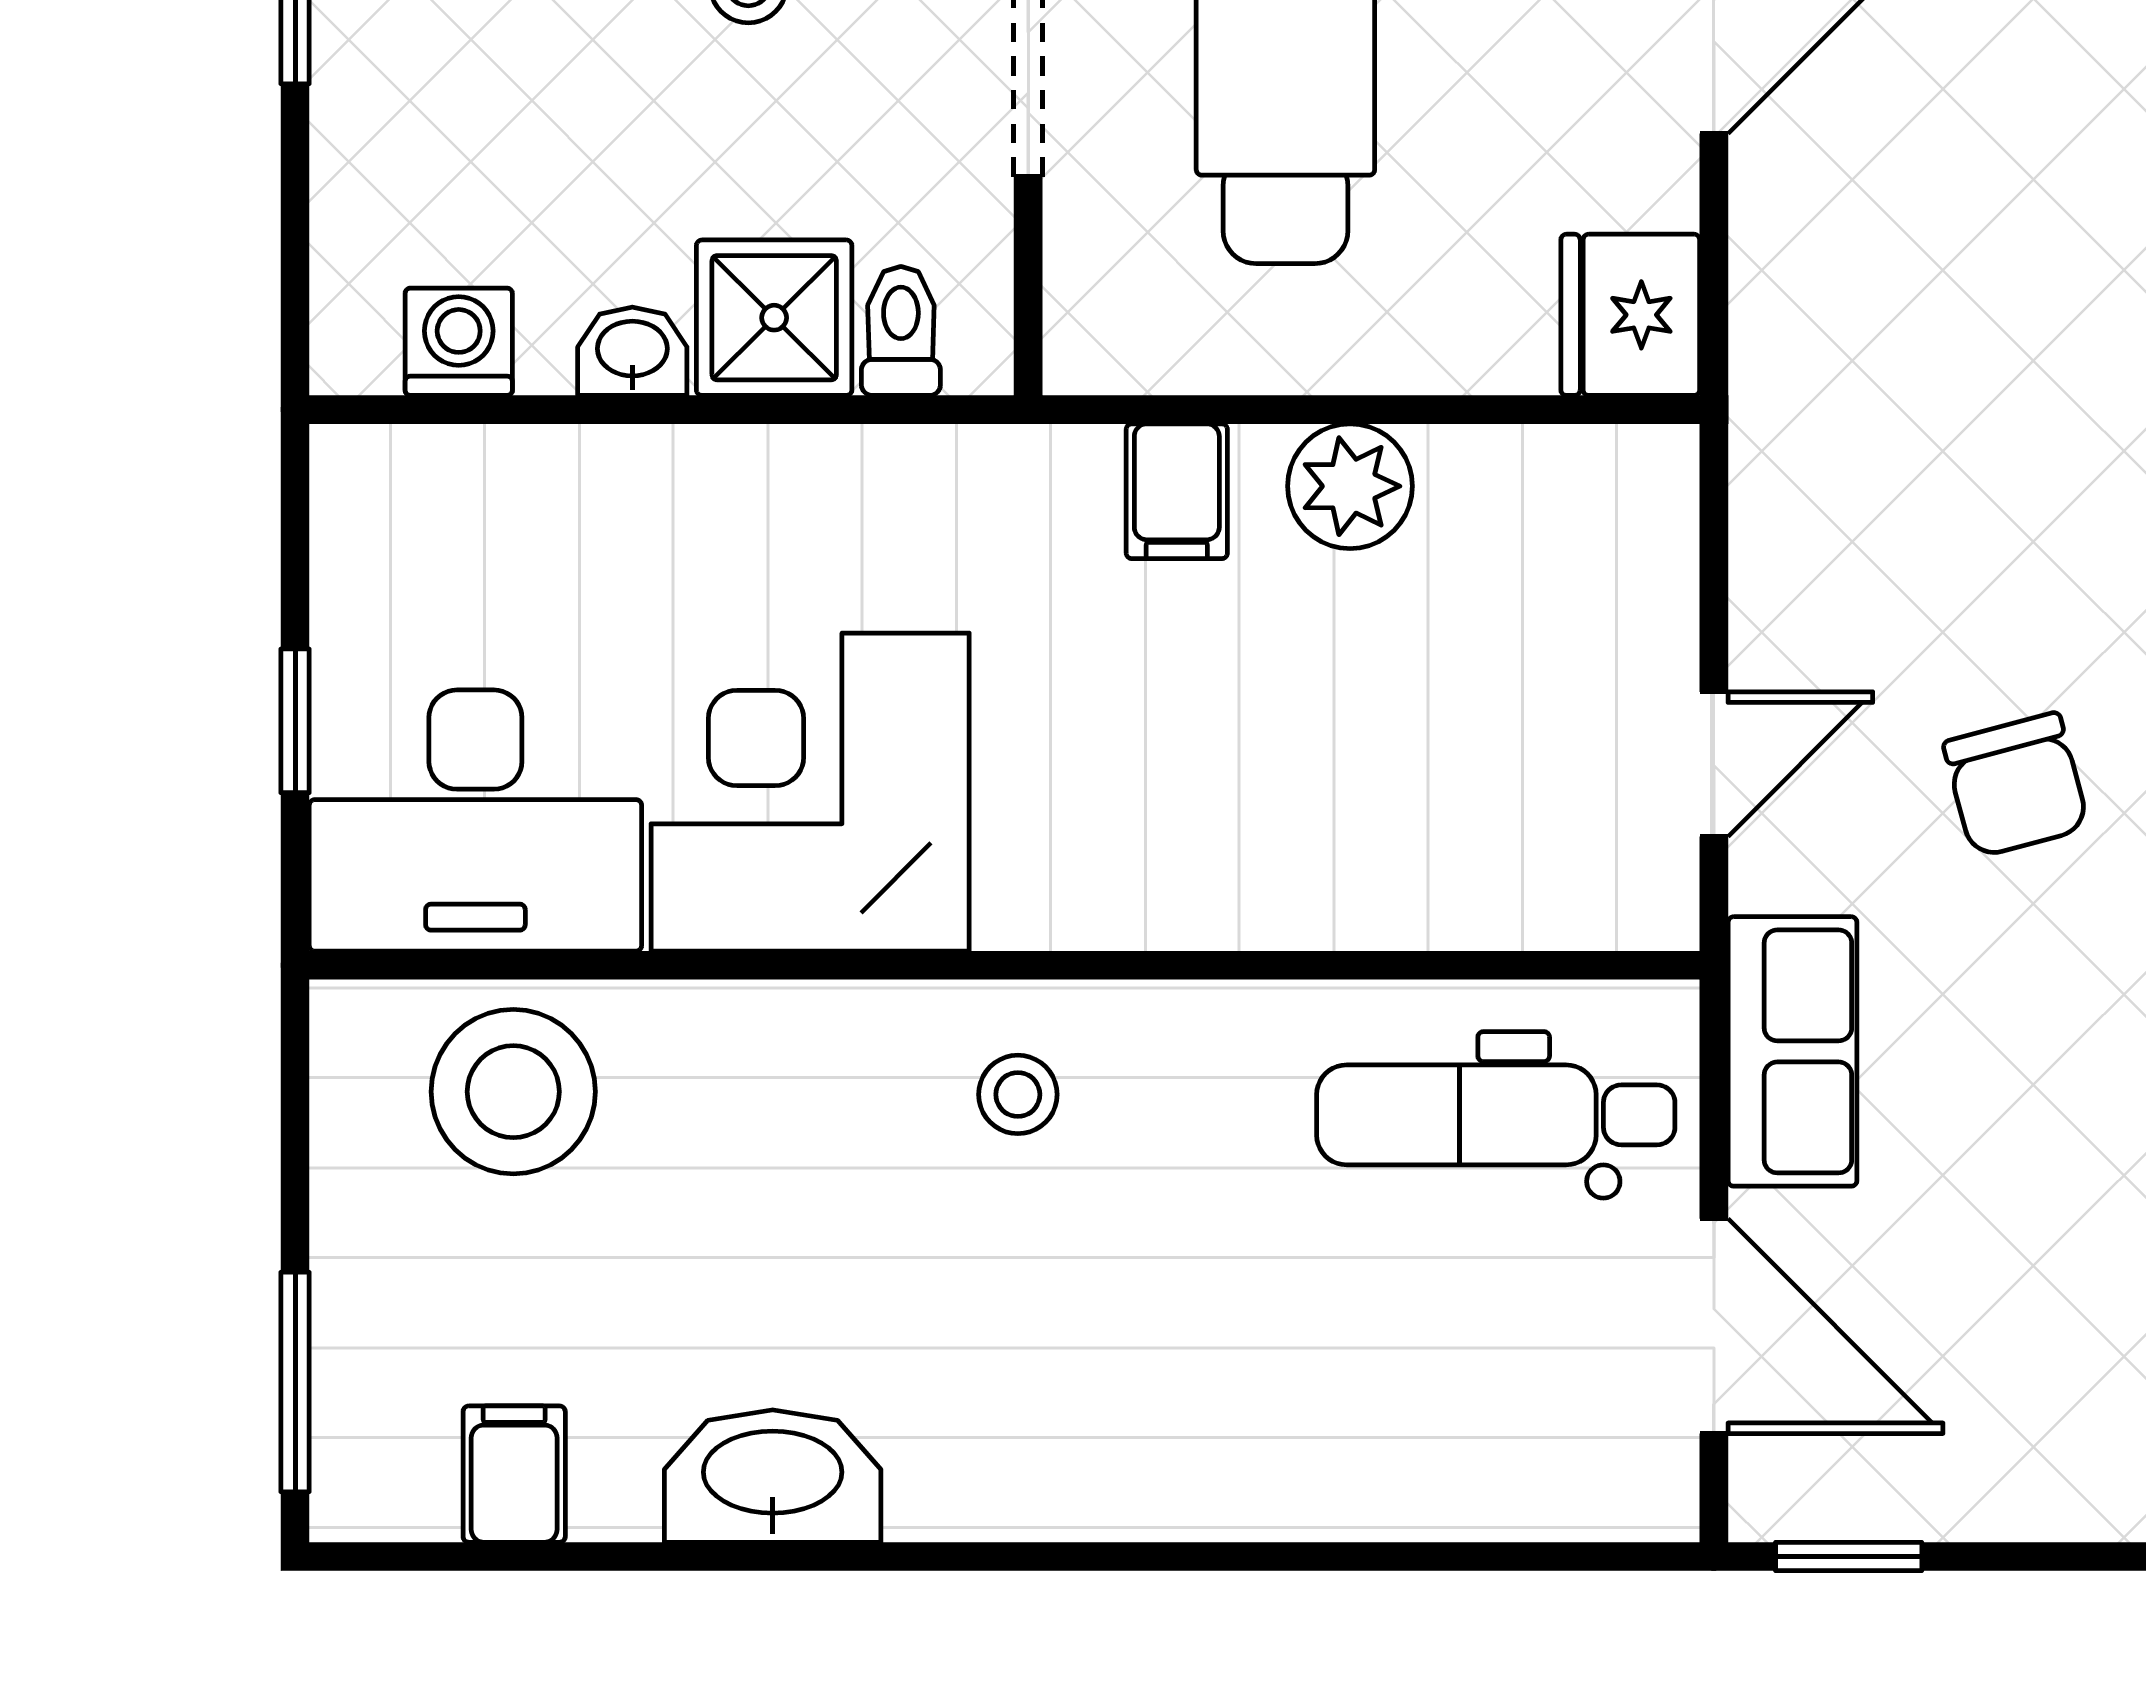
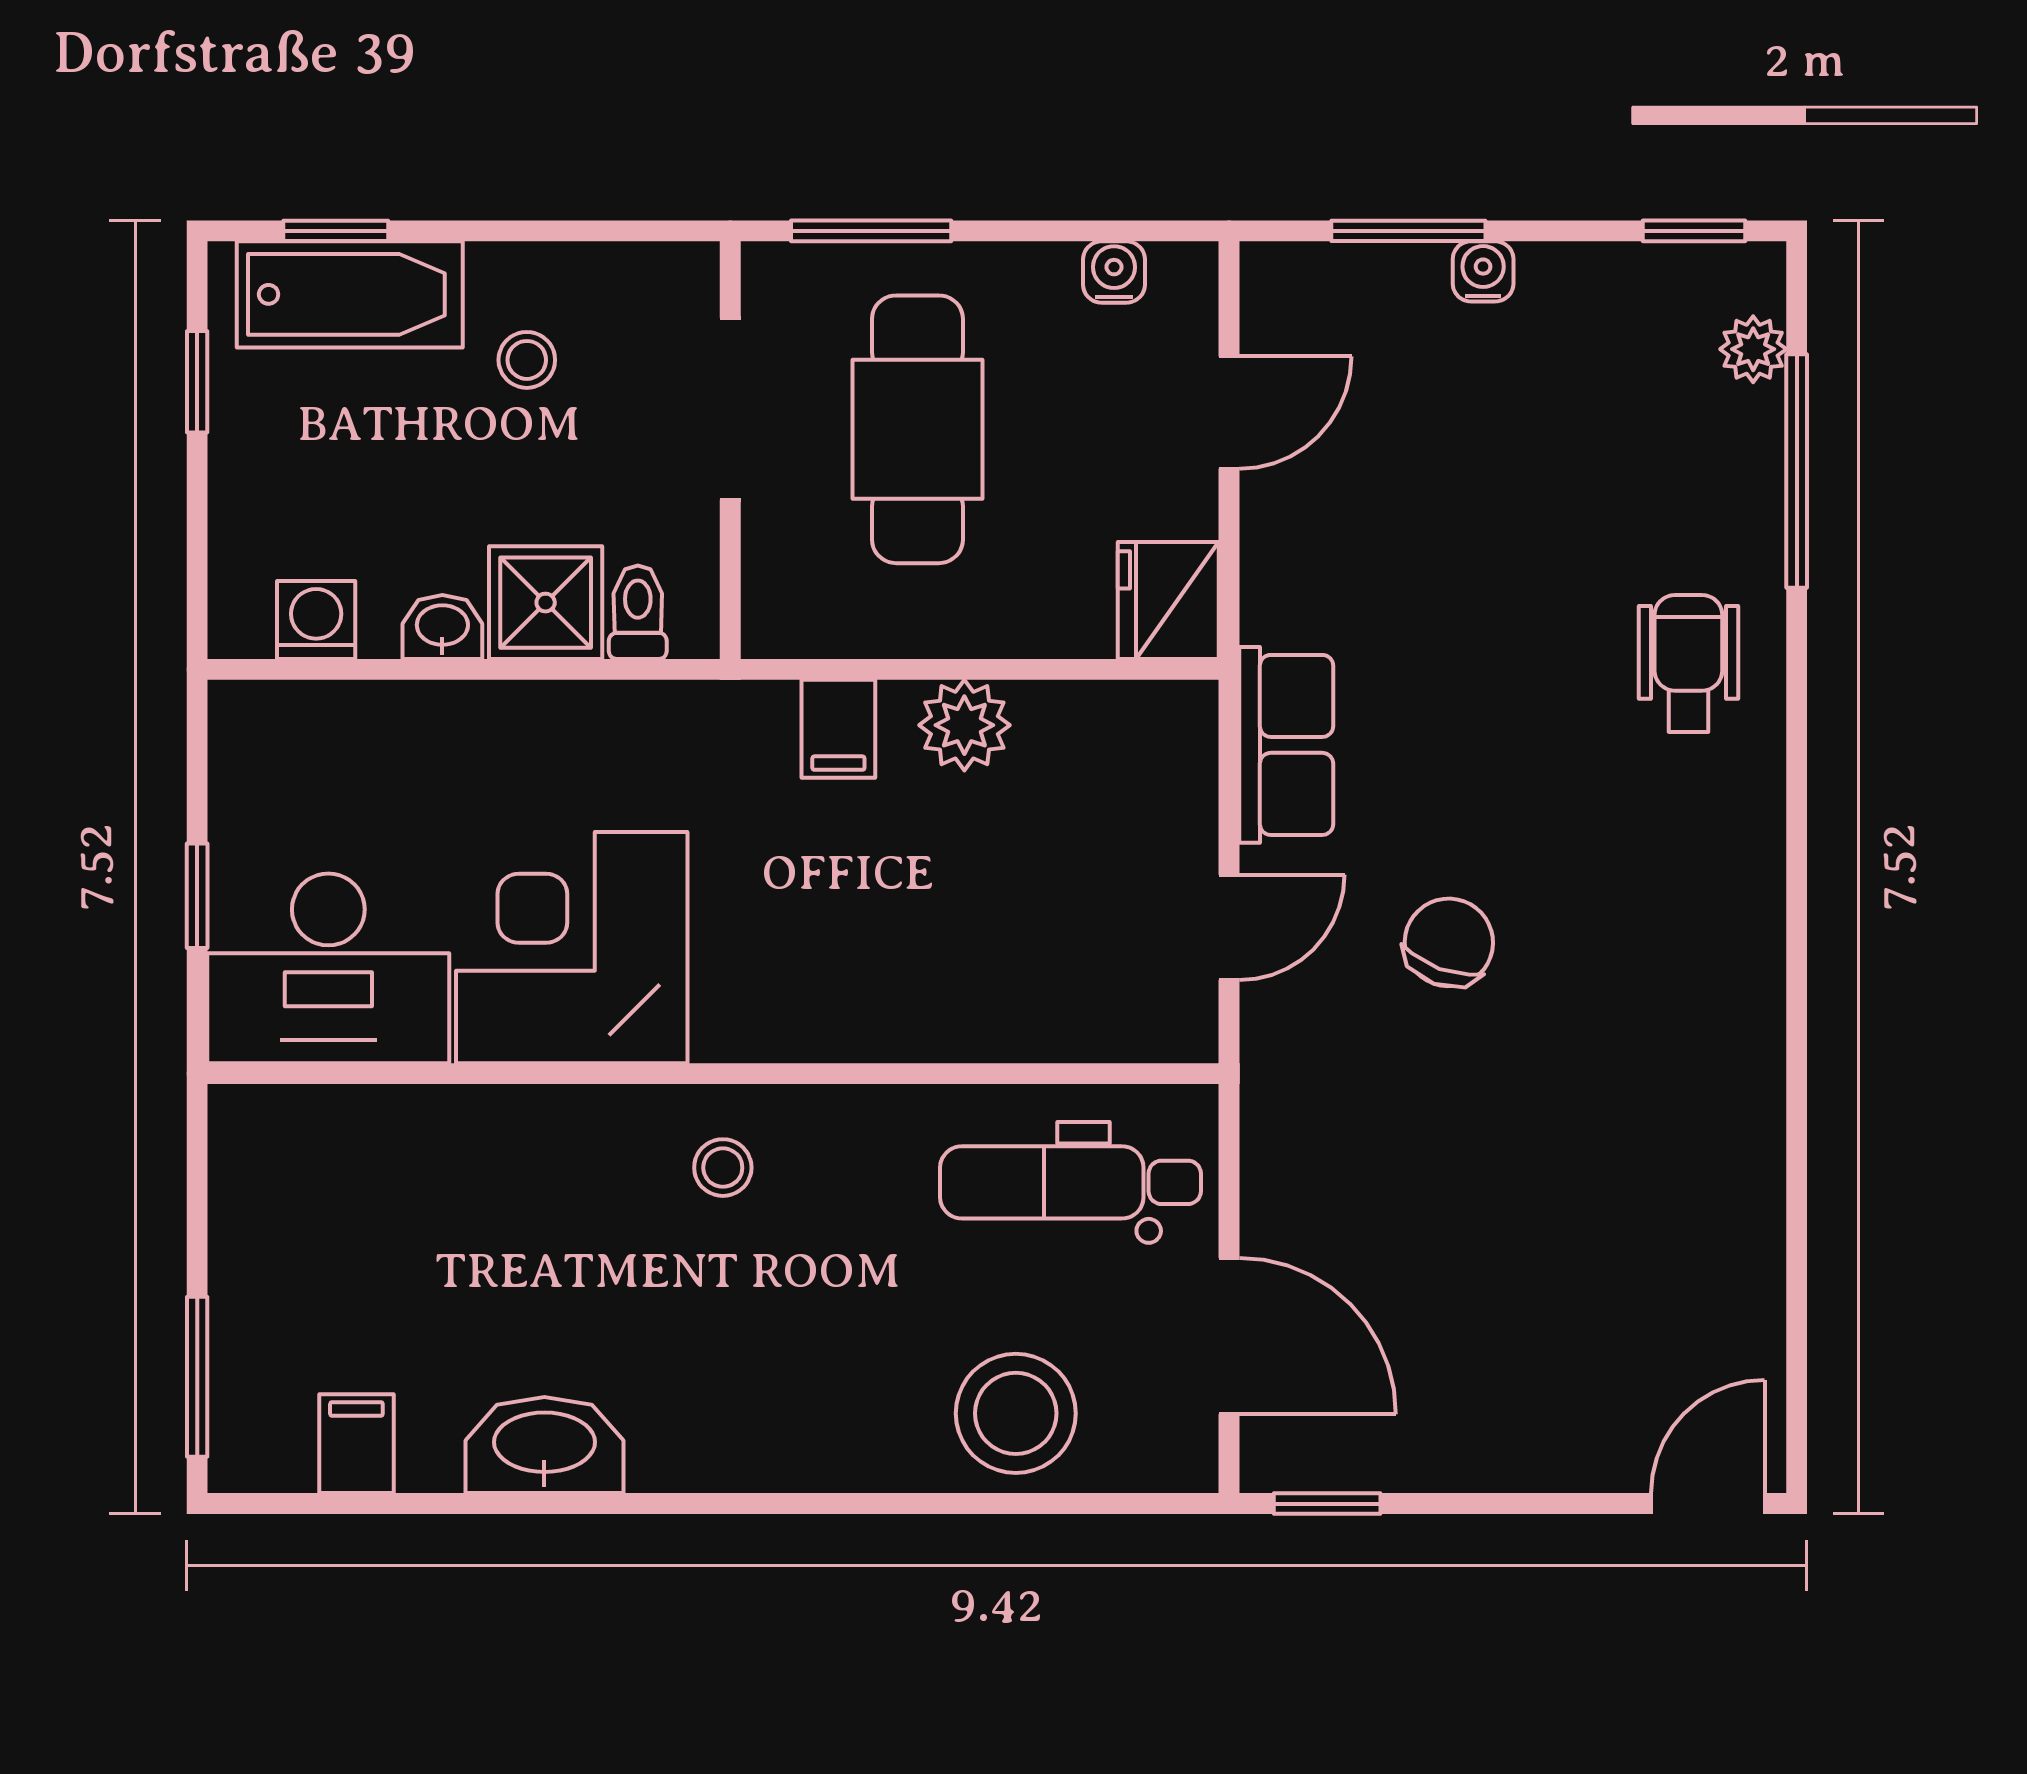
chair: (2016, 785) -> (1449, 942), turned -145
row of seats: (1792, 1051) -> (1286, 745), moved
stool: (513, 1092) -> (1016, 1413), moved

